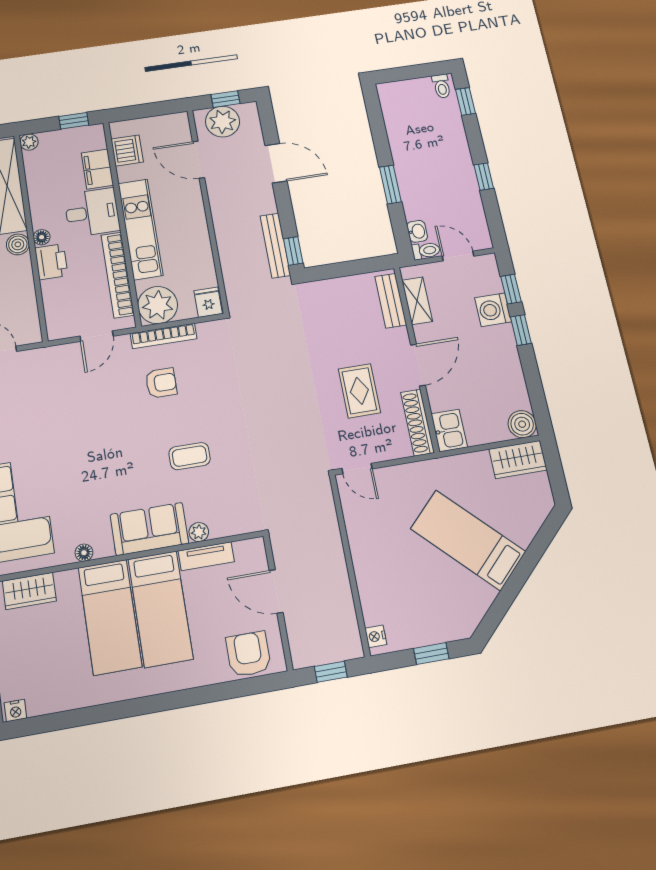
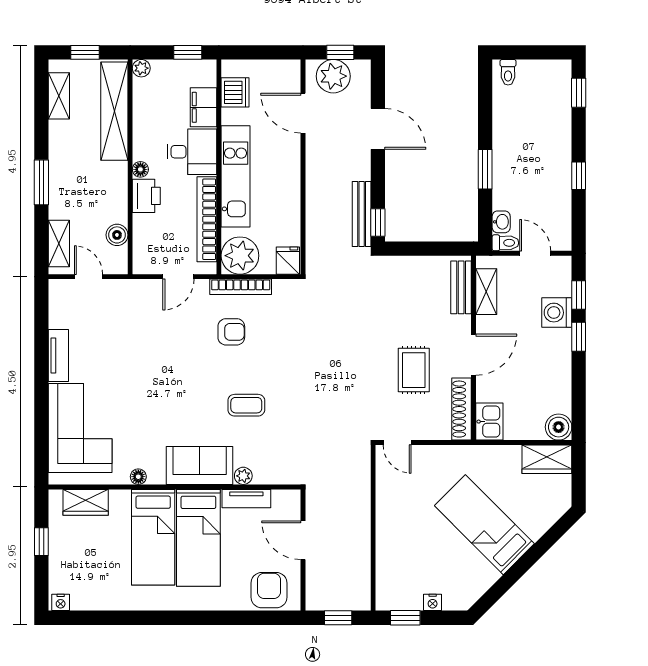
toilet: (442, 86) -> (508, 72), moved
boiler: (18, 244) -> (117, 235), moved
nightstand: (376, 636) -> (433, 602), moved, turned -90
window: (431, 654) -> (405, 618), moved

